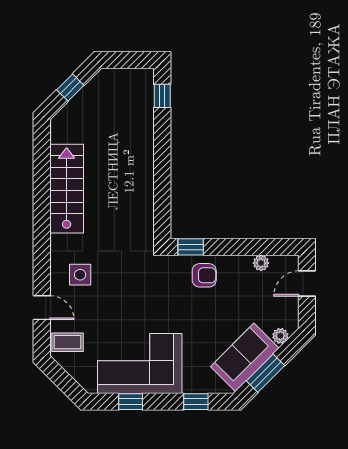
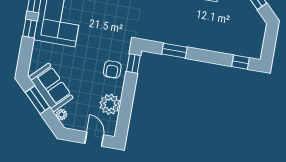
window: (162, 192) -> (174, 51), added
plant: (261, 263) -> (110, 104), width x1.88, depth x1.88
window: (196, 402) -> (30, 28), moved

